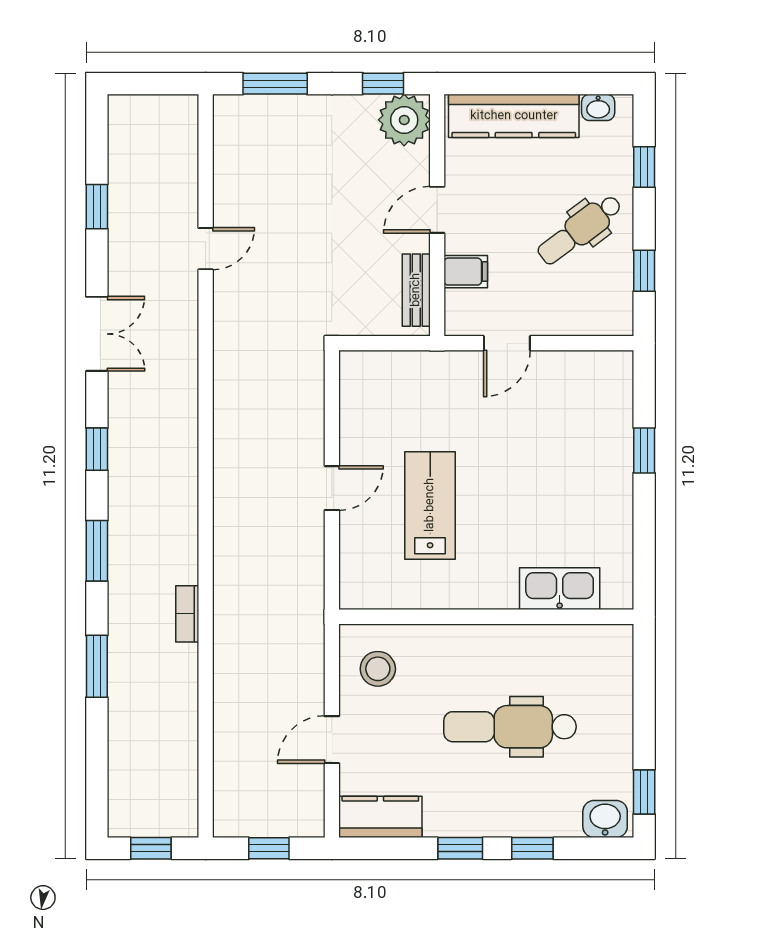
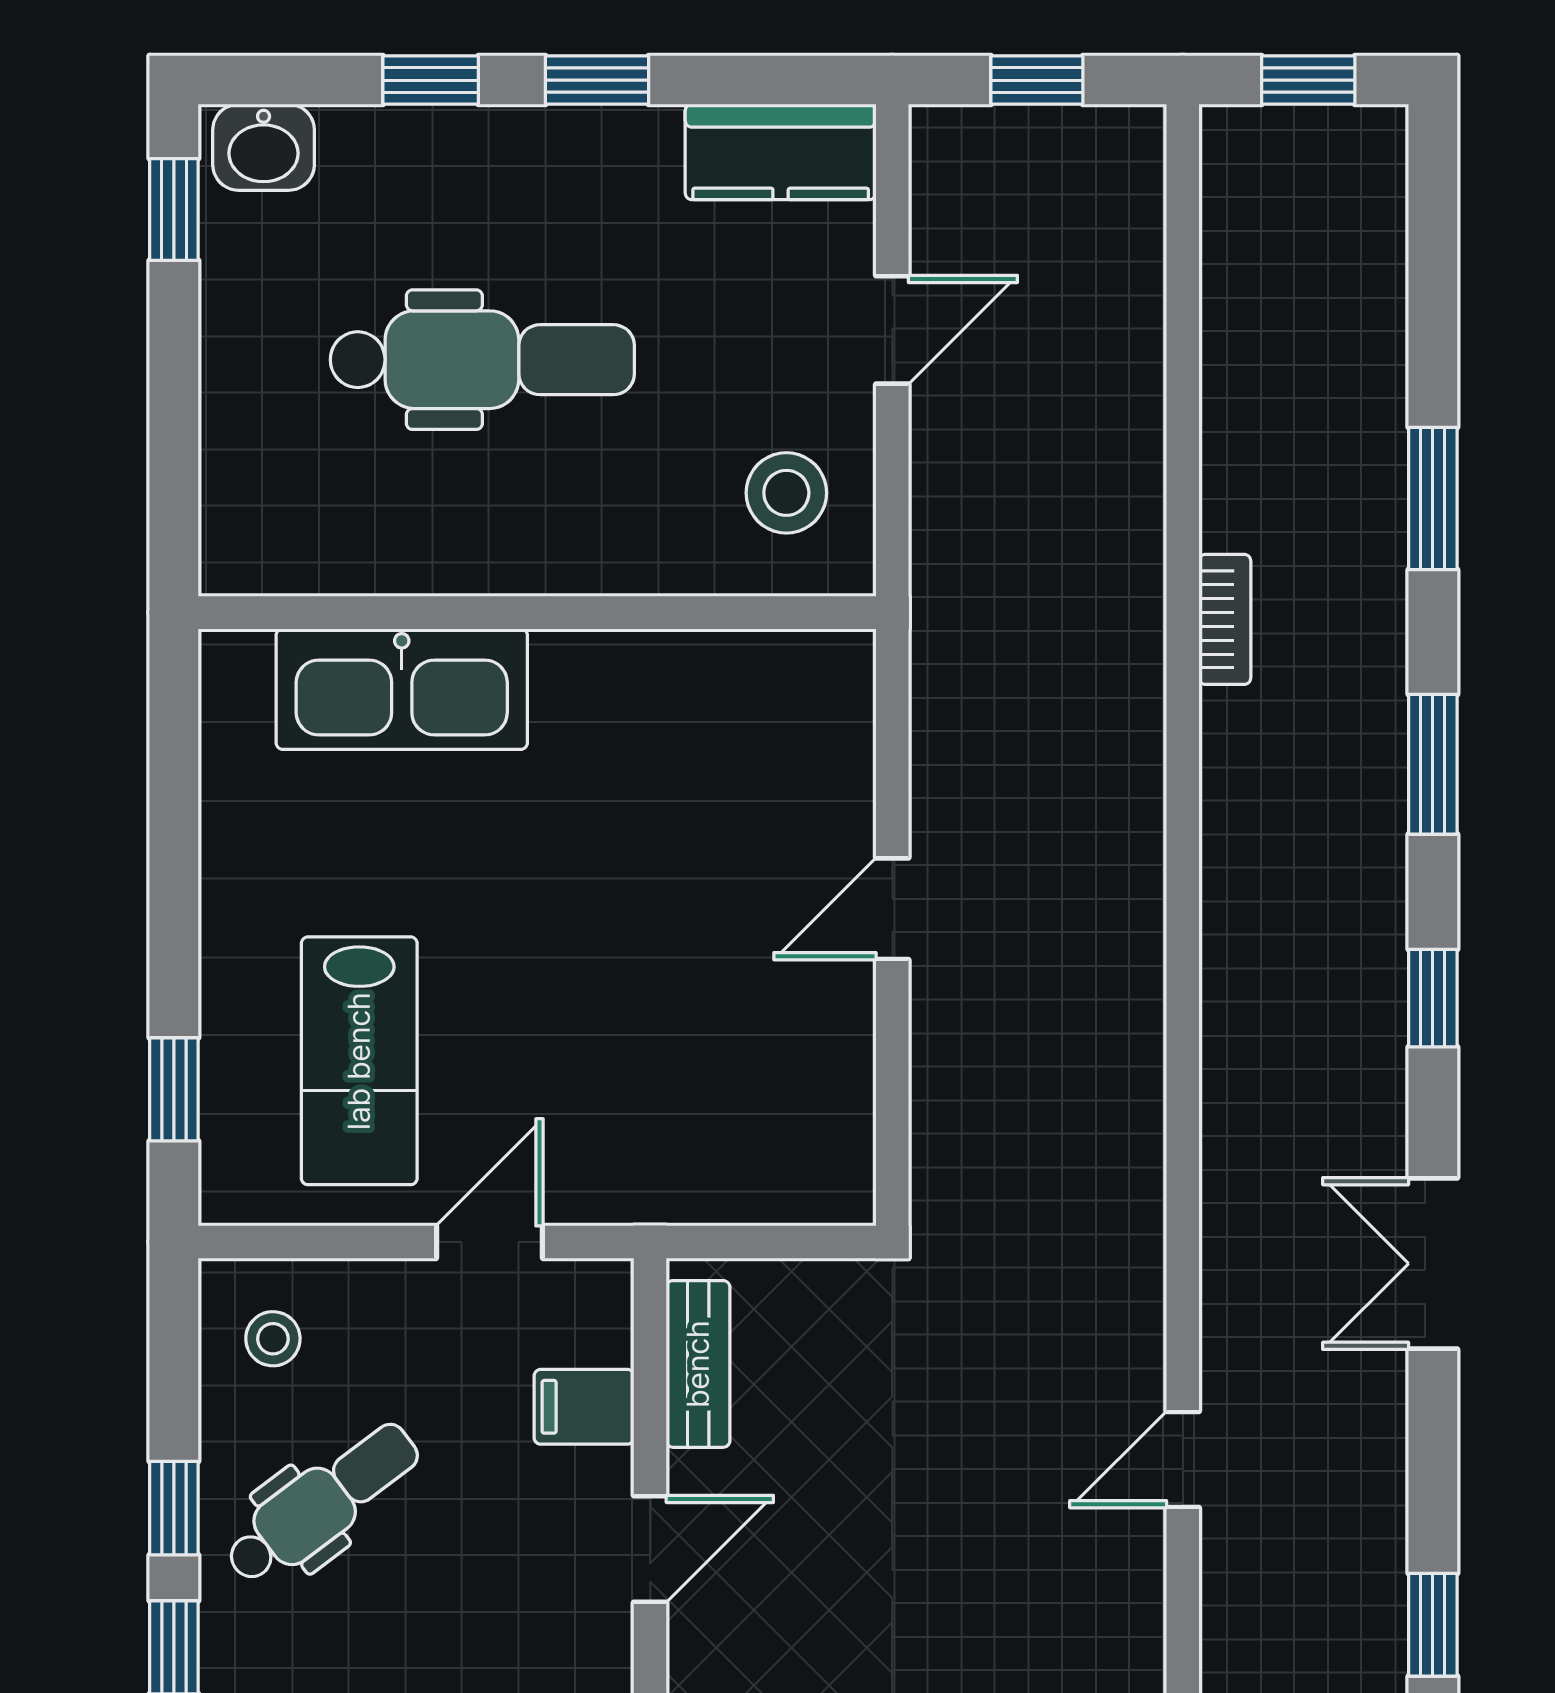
window: (97, 207) -> (1433, 1625), moved
window: (644, 271) -> (174, 1508), moved
stool: (601, 301) -> (273, 1339), added
window: (644, 450) -> (174, 1089), moved
lab bench: (430, 505) -> (359, 1061), moved
kitchen sink: (560, 589) -> (402, 689), width x1.36, depth x1.24

